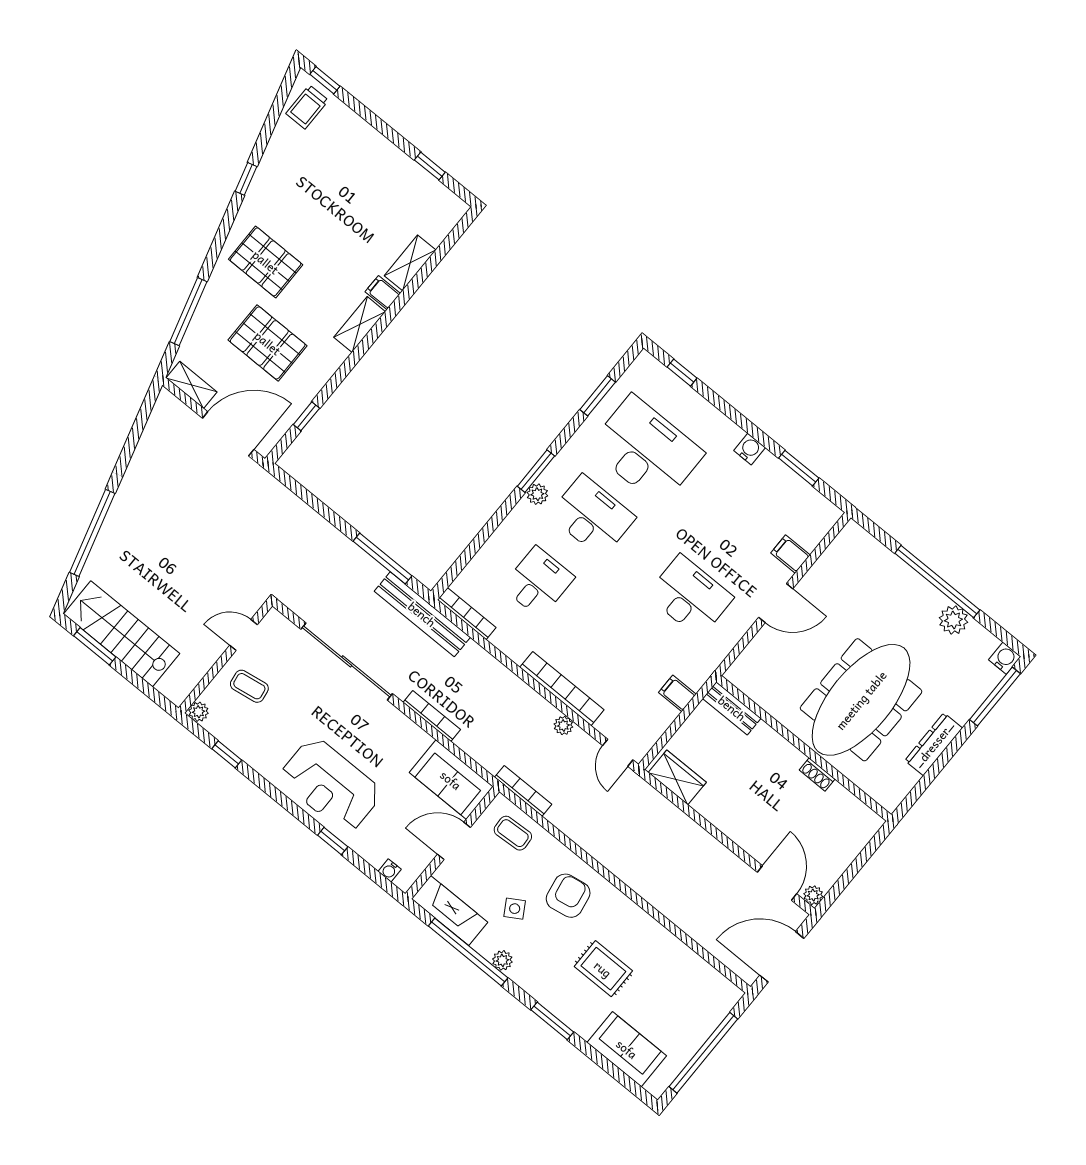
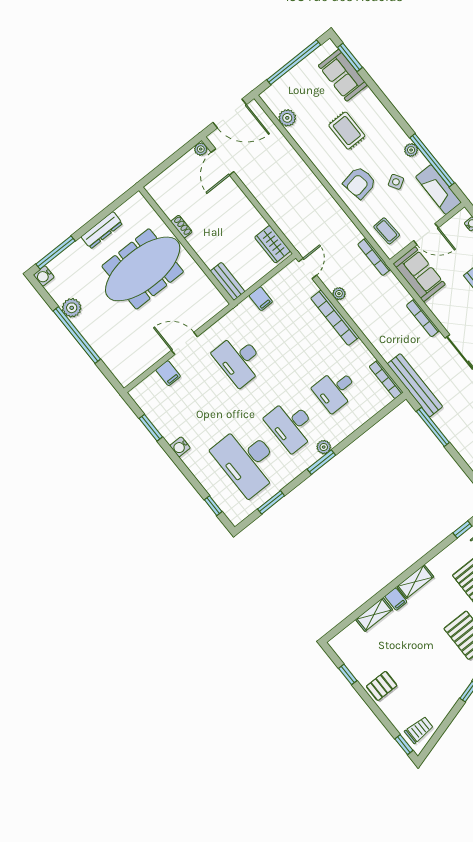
pallet: (376, 160) -> (382, 686), added
plant: (695, 969) -> (287, 118), added
window: (552, 1021) -> (350, 57), moved

